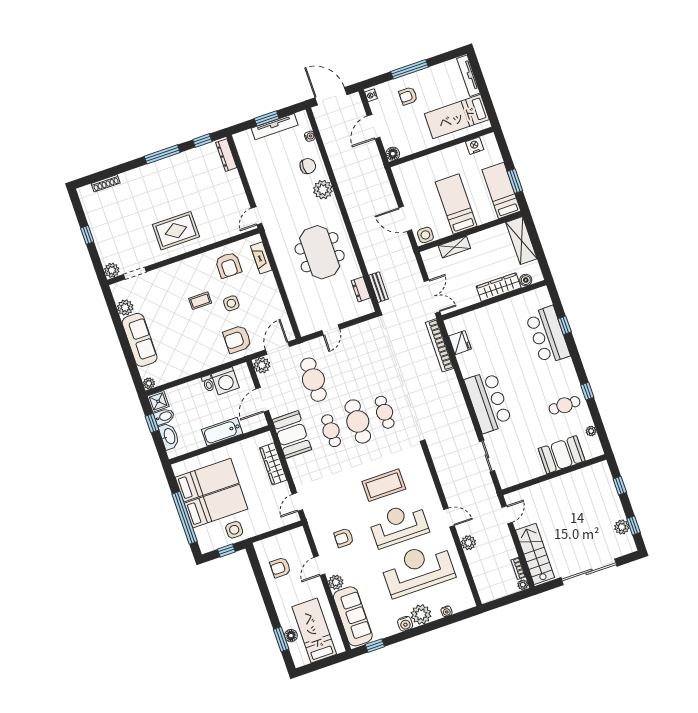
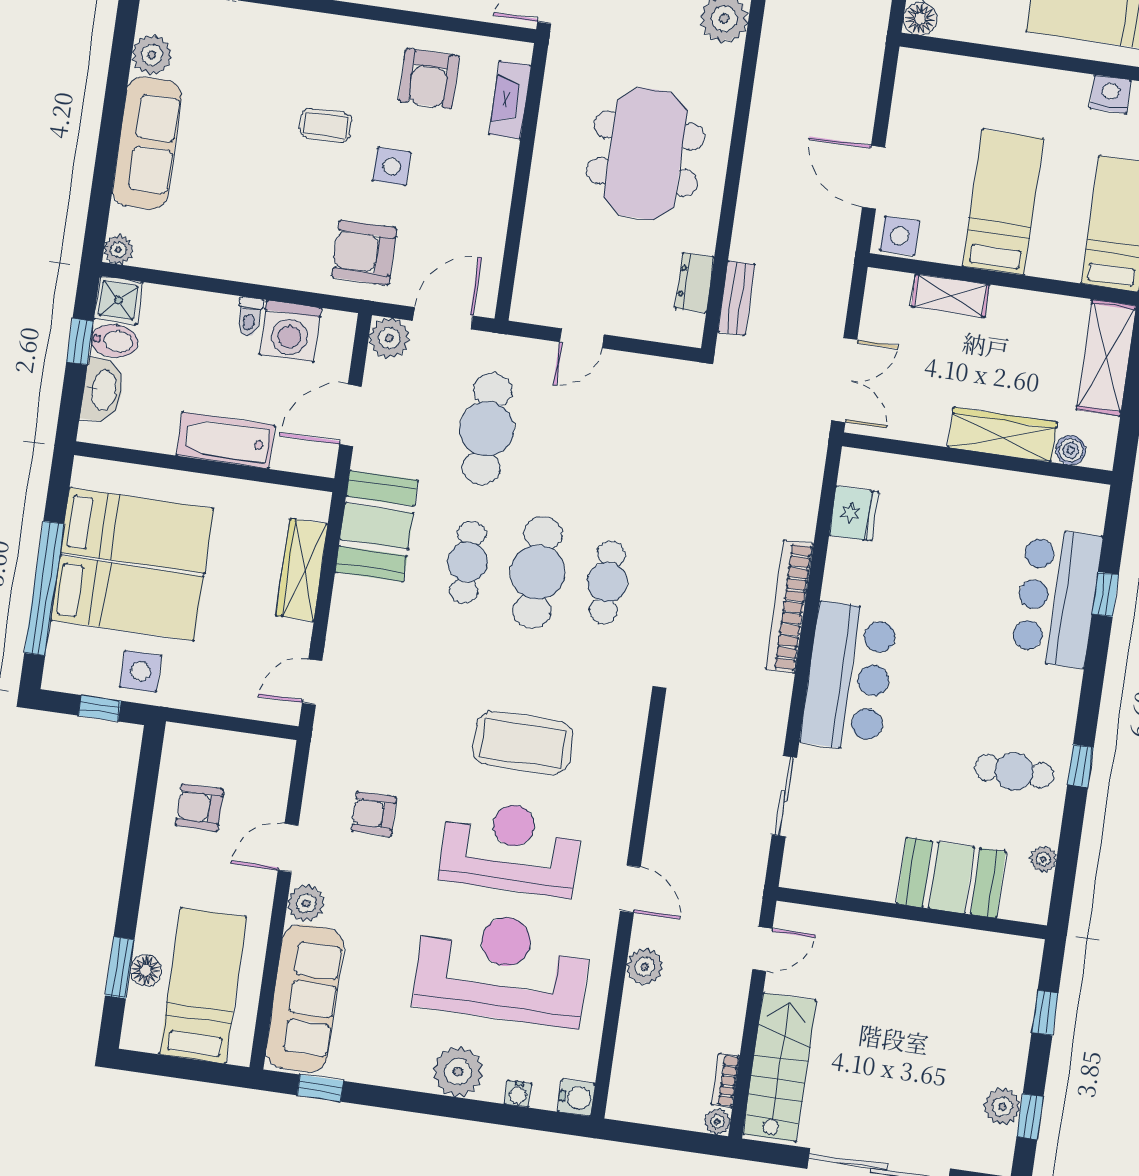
bookcase: (440, 345) -> (790, 607), moved
water cooler: (405, 624) -> (576, 1098), moved, turned -90

